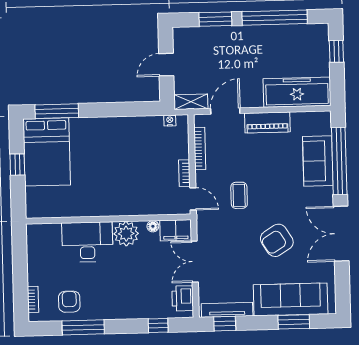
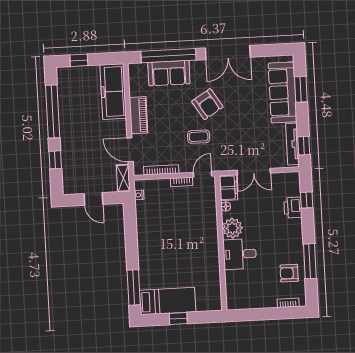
window: (215, 19) -> (55, 160), width x0.67
bed: (47, 152) -> (168, 301), width x0.67
armchair: (277, 240) -> (207, 104), moved
desk: (87, 242) -> (240, 254), width x0.73
printer: (183, 298) -> (293, 208), moved, turned 90

